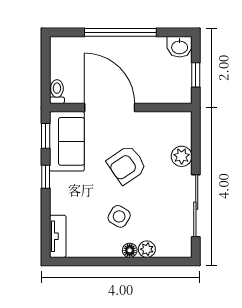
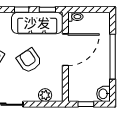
sofa: (67, 141) -> (37, 23), width x1.36
plant: (182, 156) -> (45, 95), moved

